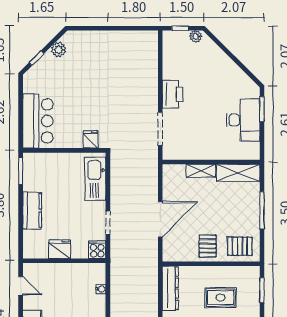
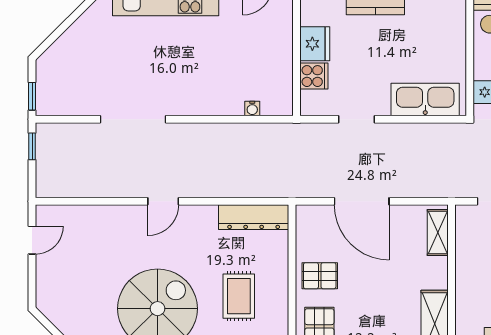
shelving: (201, 171) -> (438, 233), moved
cooker: (97, 250) -> (314, 76), moved

